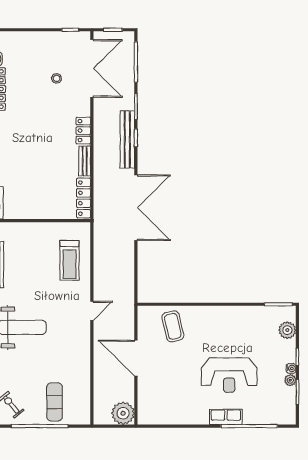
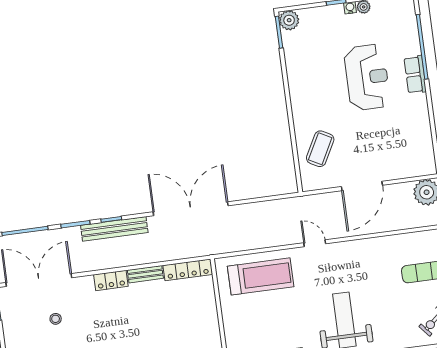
treadmill: (69, 260) -> (261, 276), width x1.37, depth x1.38
coffee table: (173, 326) -> (320, 149), turned -49
plant: (287, 330) -> (289, 20), moved

